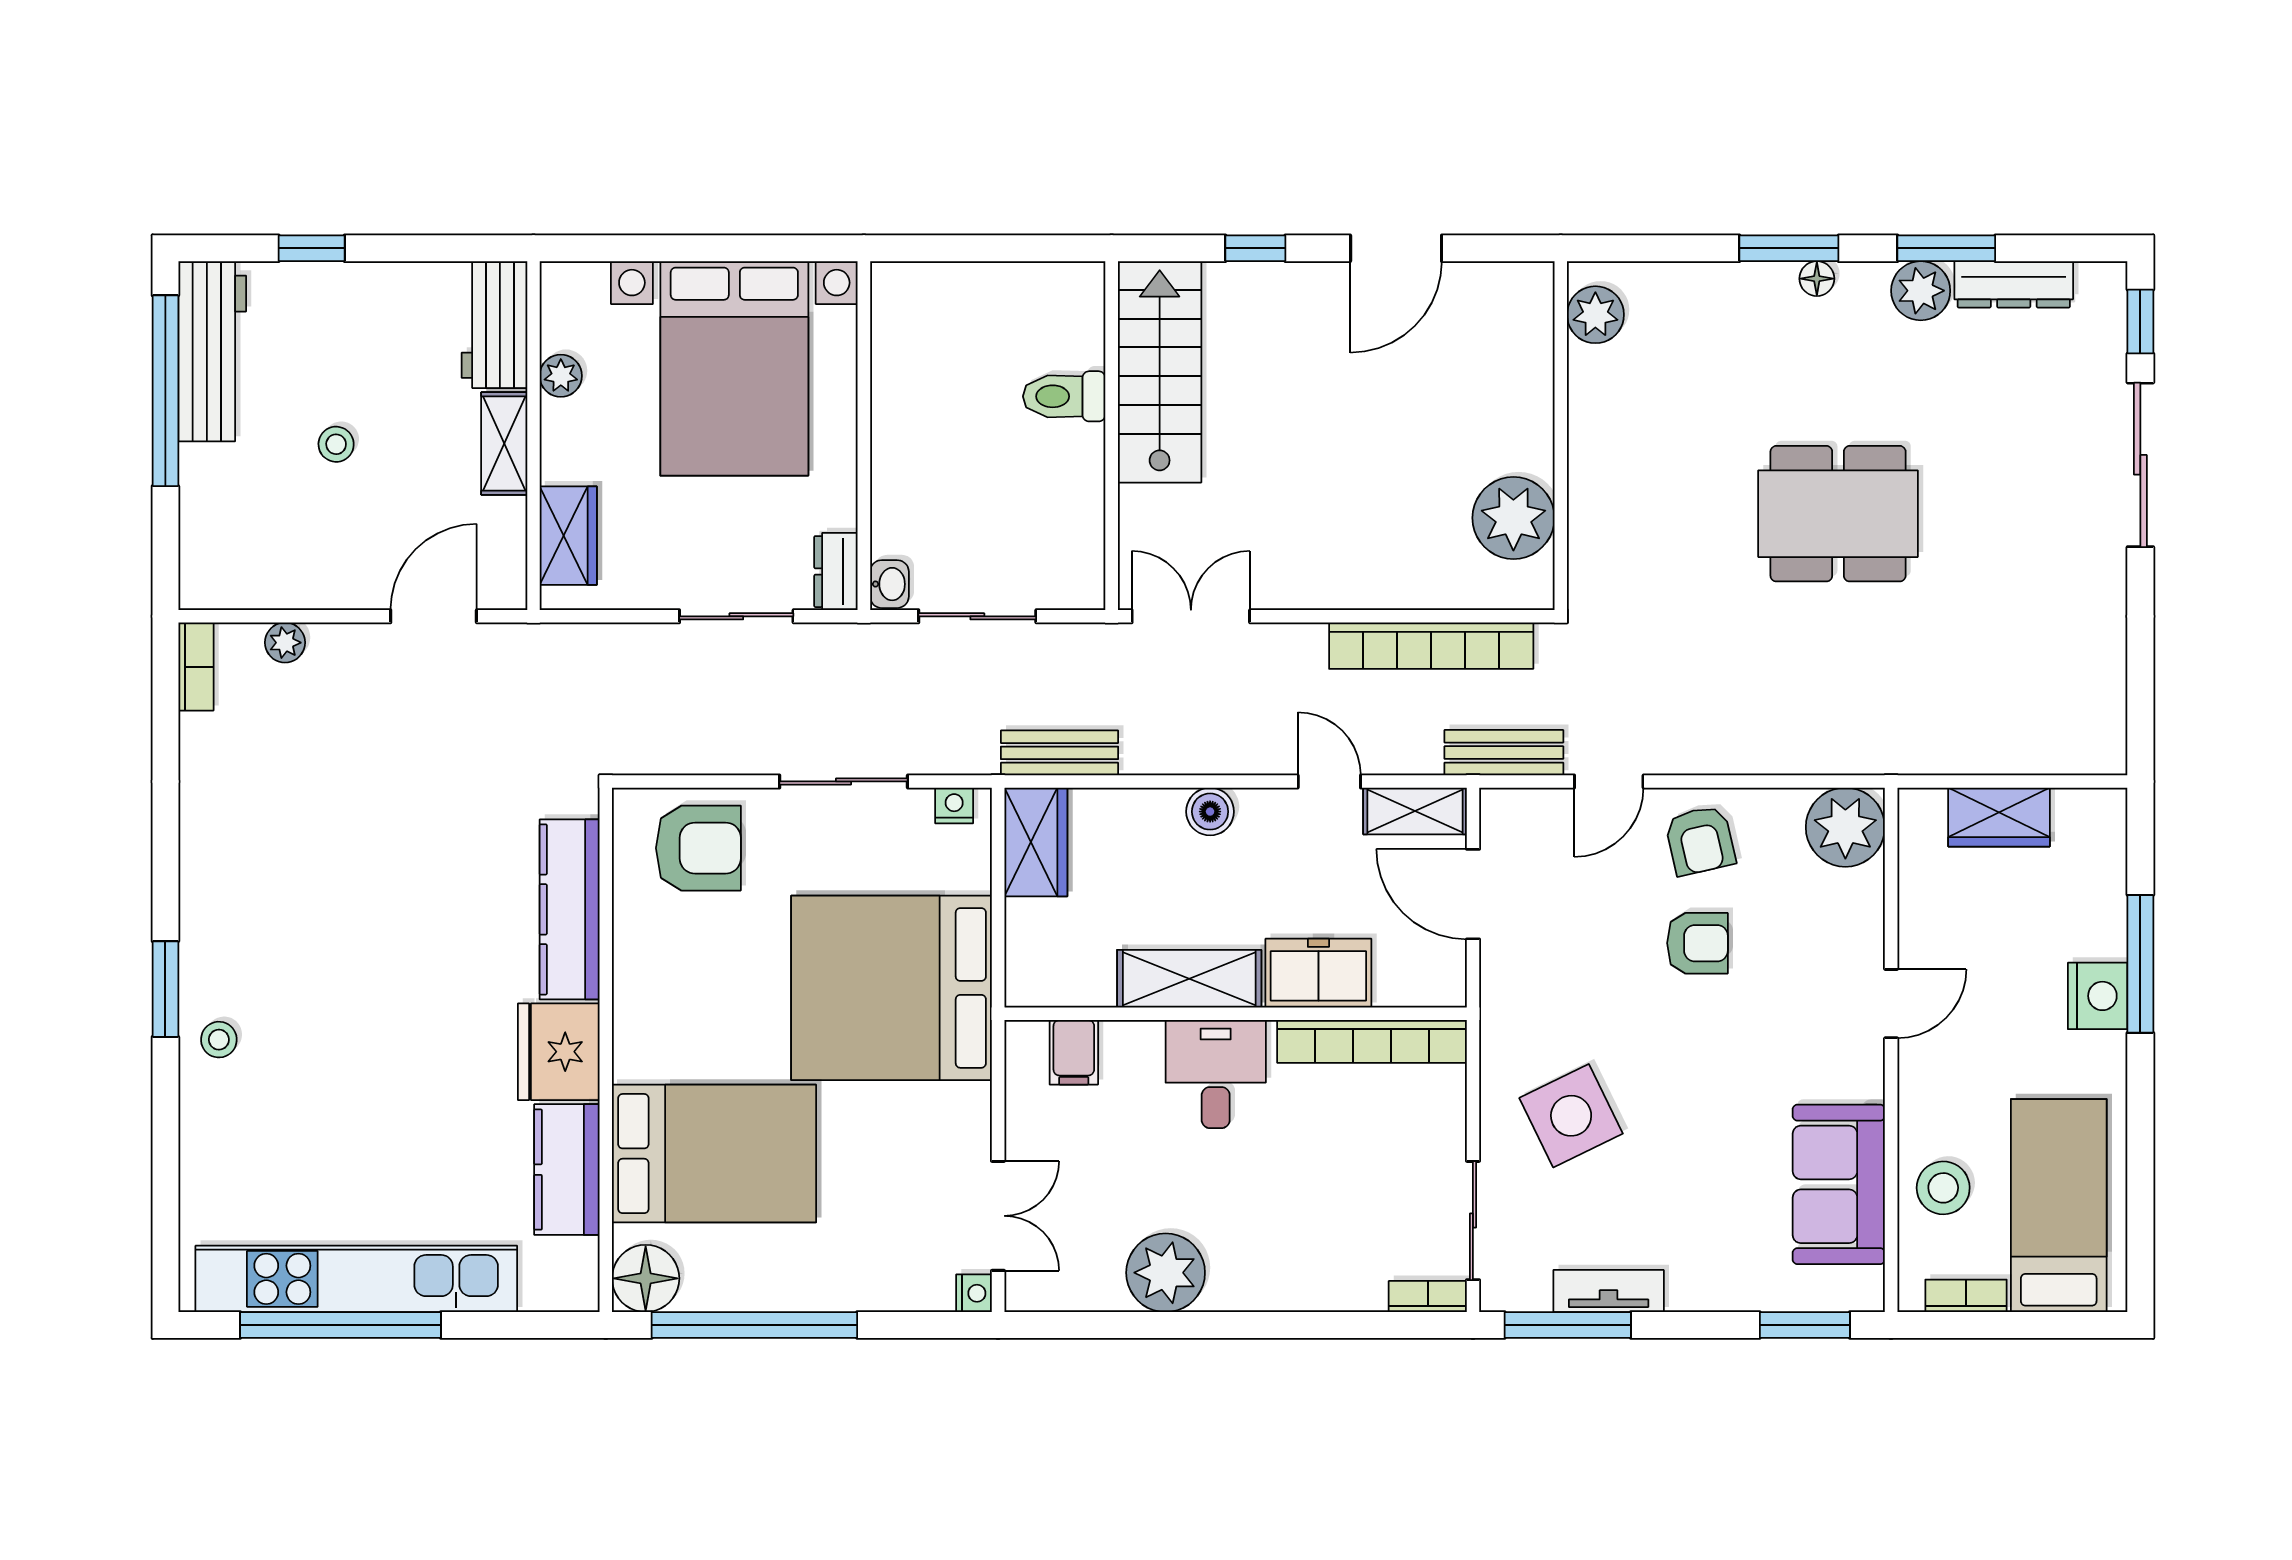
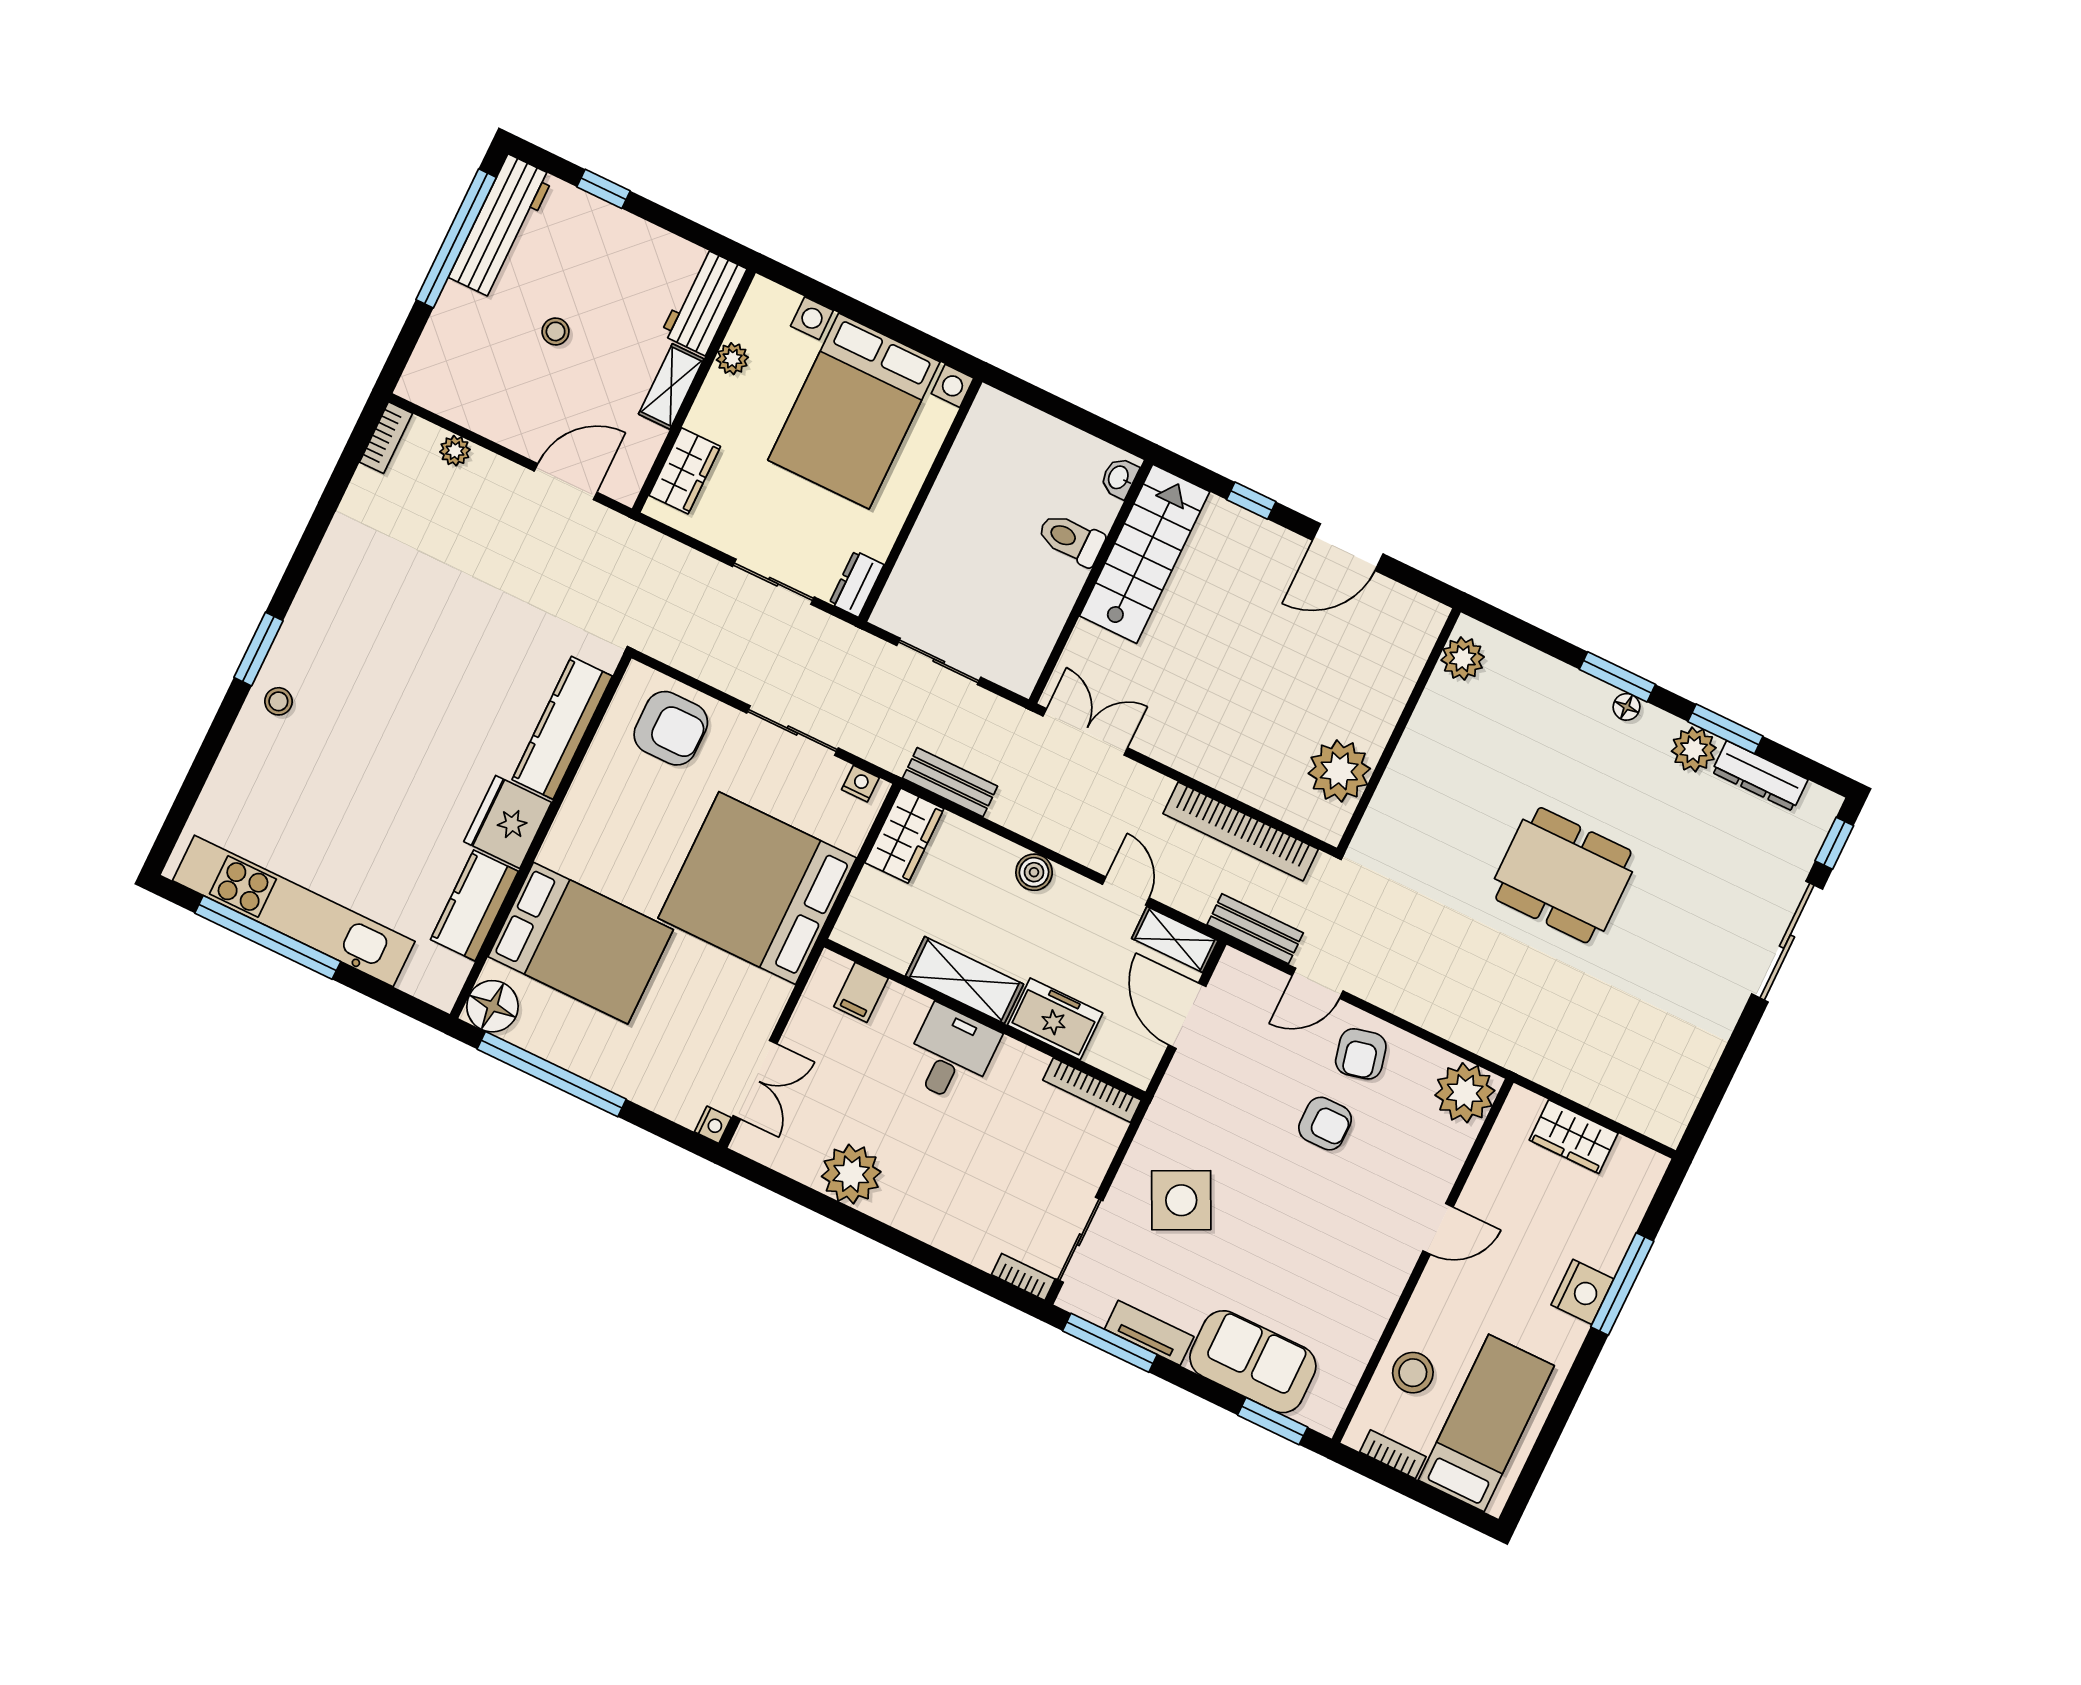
washbasin: (889, 584) -> (1119, 478), moved, turned 180
bookcase: (1372, 1041) -> (1092, 1090), width x0.68, depth x0.76
sofa: (1839, 1184) -> (1253, 1362), moved, turned 90

